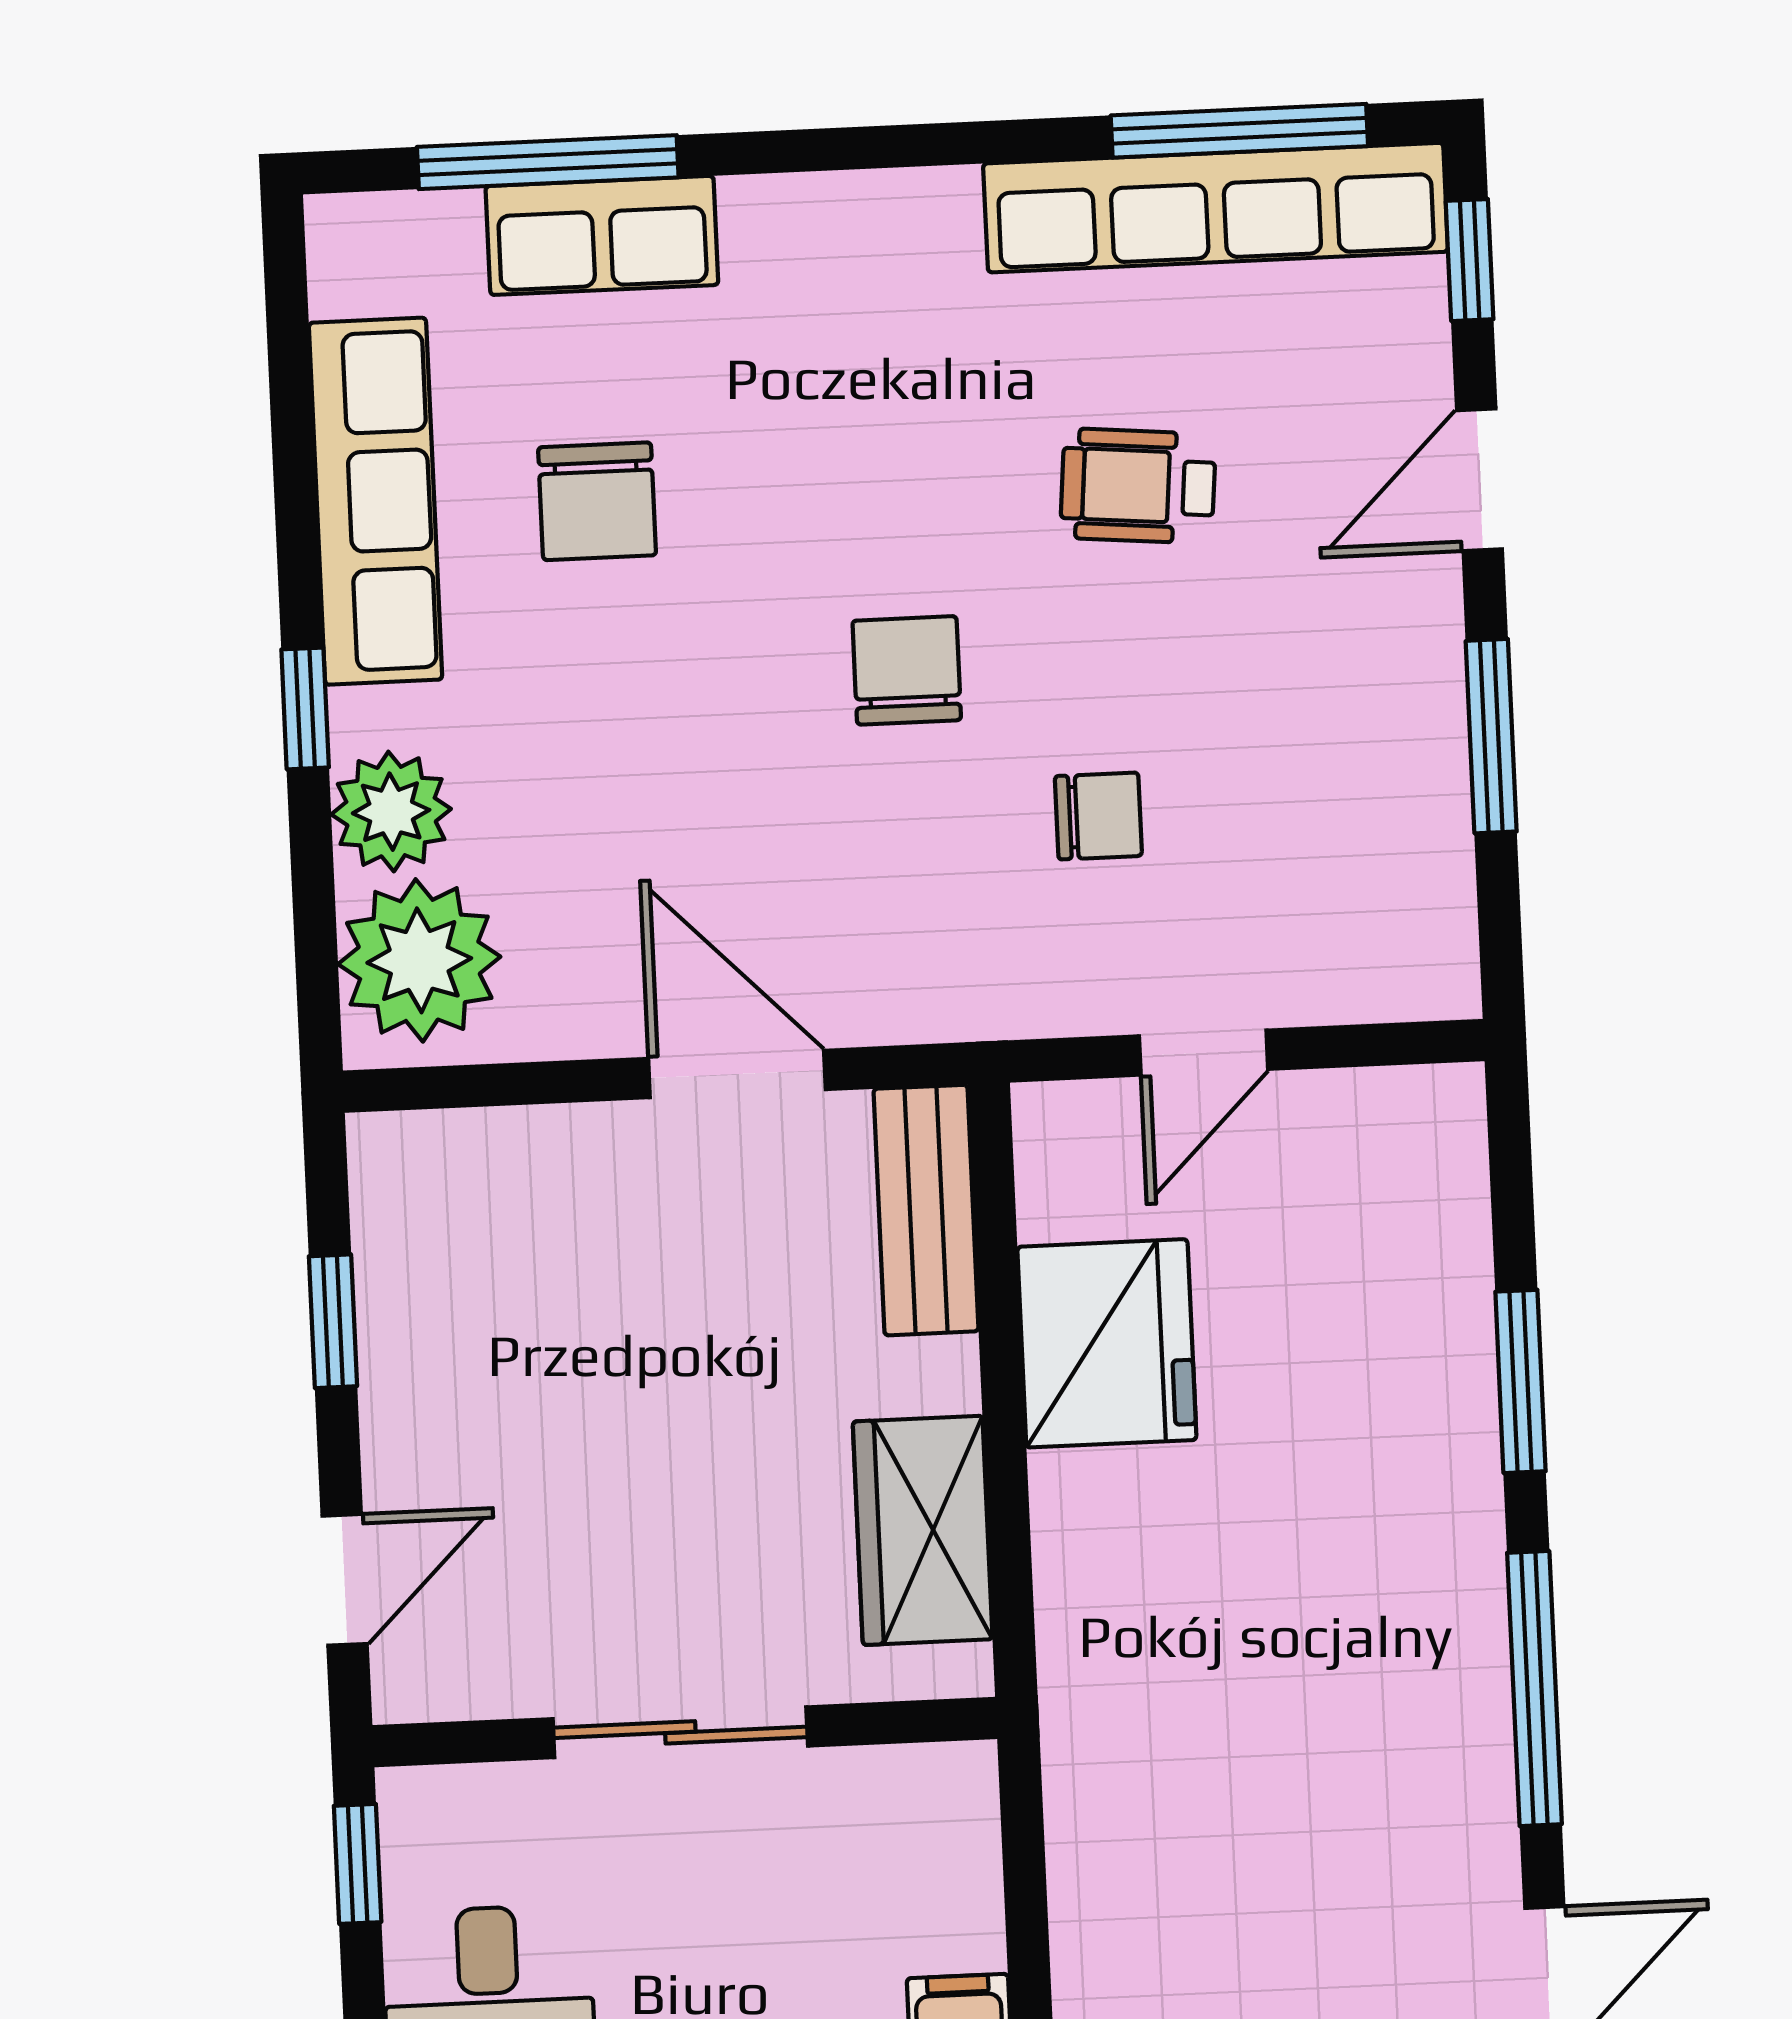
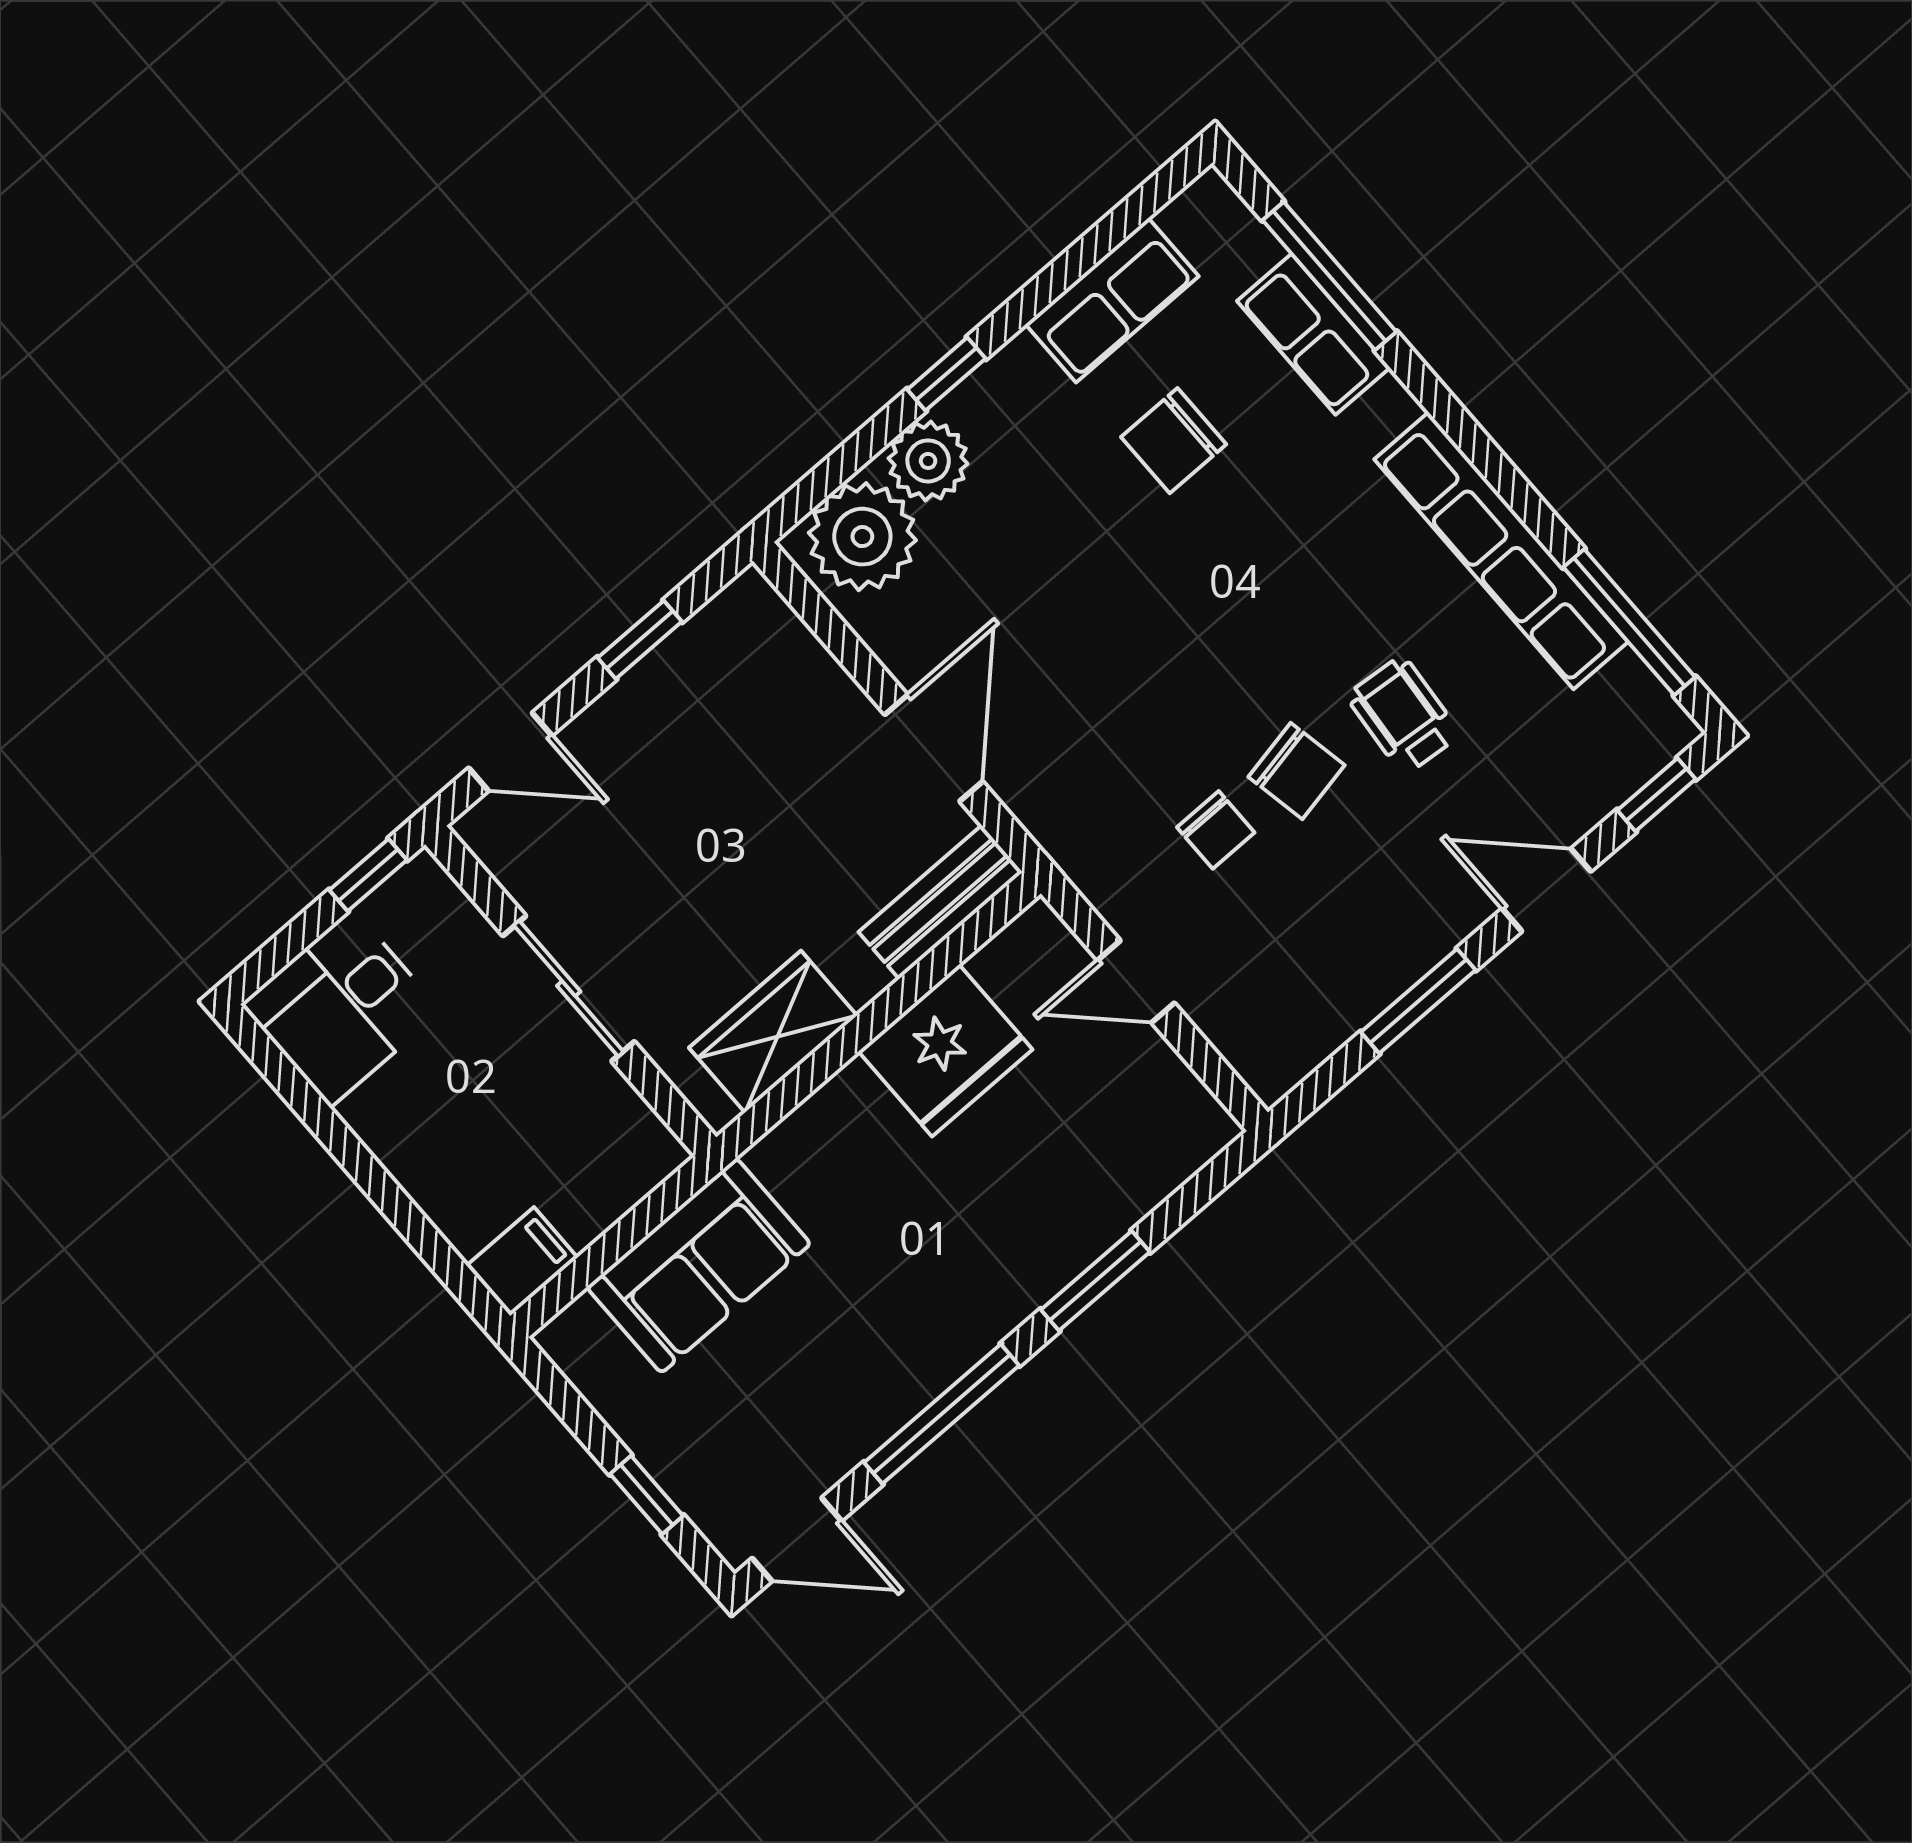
row of seats: (1216, 208) -> (1501, 551), moved
row of seats: (376, 501) -> (1112, 300), width x0.68
chair: (907, 670) -> (1296, 771), moved, turned 79
sofa: (1131, 1838) -> (699, 1266), added

